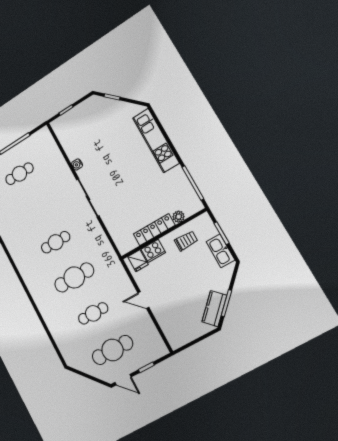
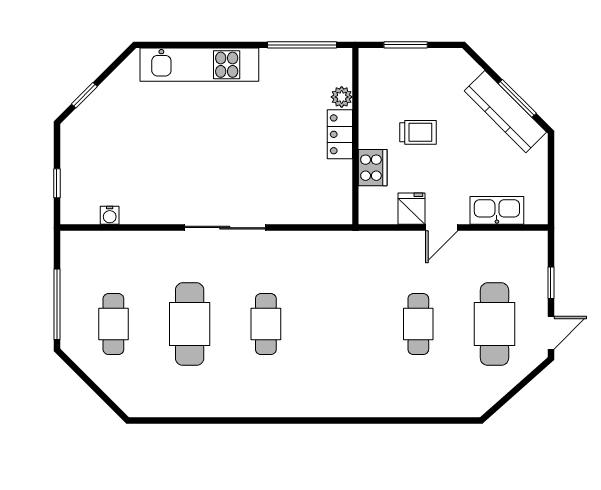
water cooler: (77, 164) -> (110, 215), moved
locker: (154, 230) -> (340, 134), width x0.66
trolley: (186, 241) -> (418, 132), moved, turned 90
kitchen sink: (220, 251) -> (497, 210), moved, turned 180
fridge: (138, 261) -> (411, 209), moved, turned -90
cafe table: (74, 277) -> (190, 324), moved
kitchen counter: (214, 309) -> (505, 112), width x1.50

